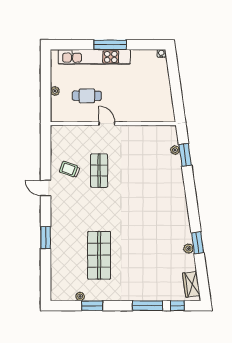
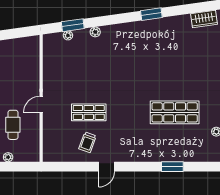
window: (46, 238) -> (172, 167), moved
window: (197, 243) -> (151, 14), moved
plant: (188, 249) -> (95, 32), moved

